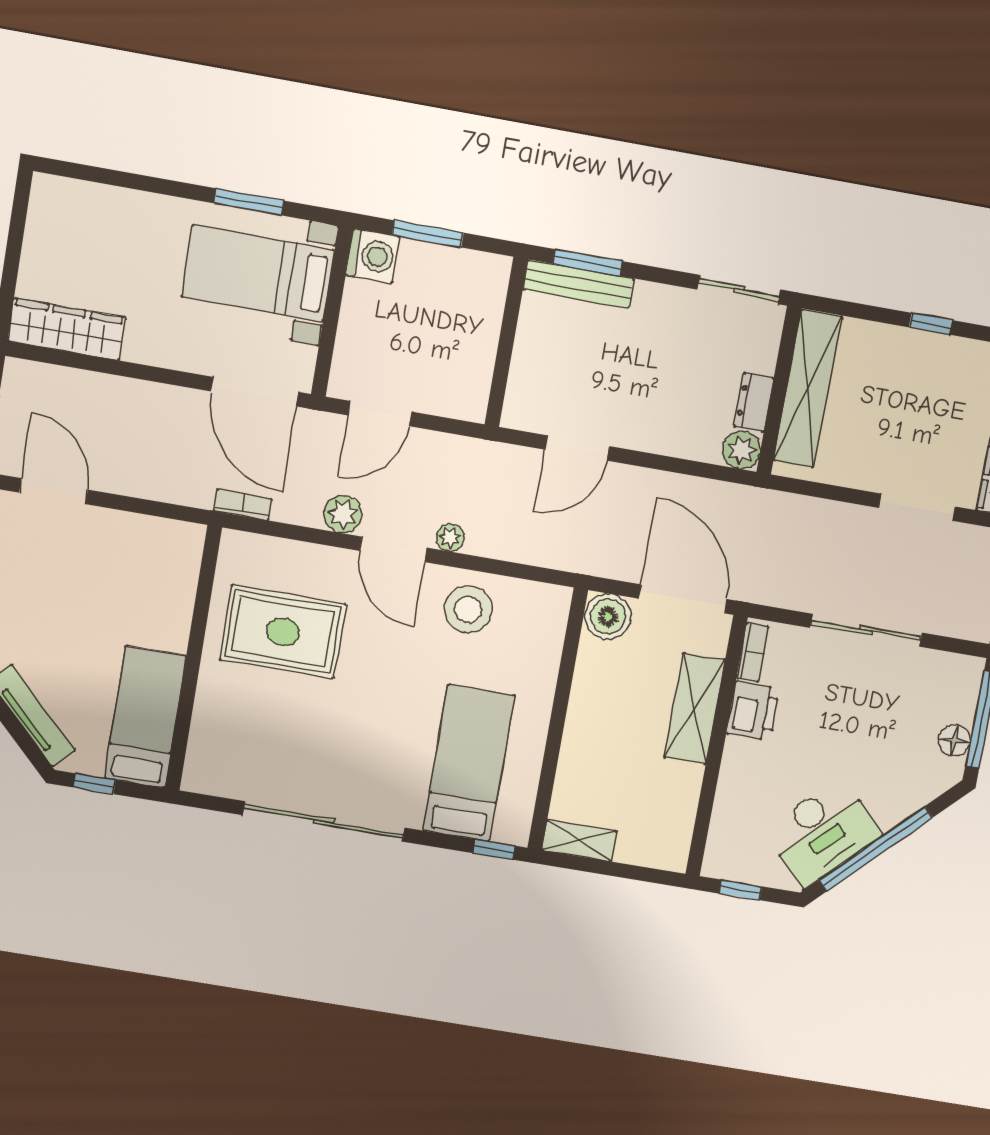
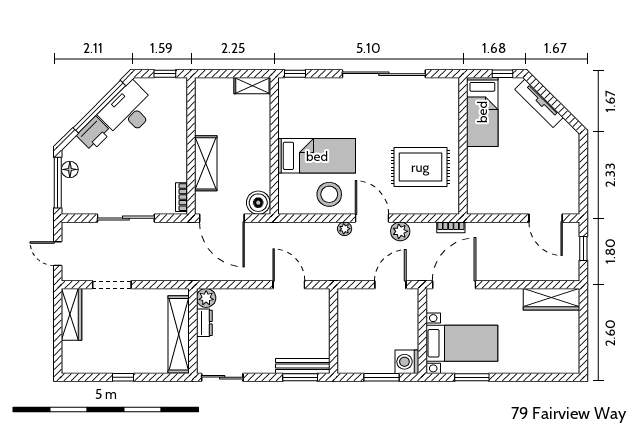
door: (255, 392) -> (454, 285), hinge flipped
door: (577, 448) -> (289, 285), hinge flipped
printer: (753, 711) -> (94, 134), moved, turned -135
bed: (469, 763) -> (317, 156), moved, turned -90

